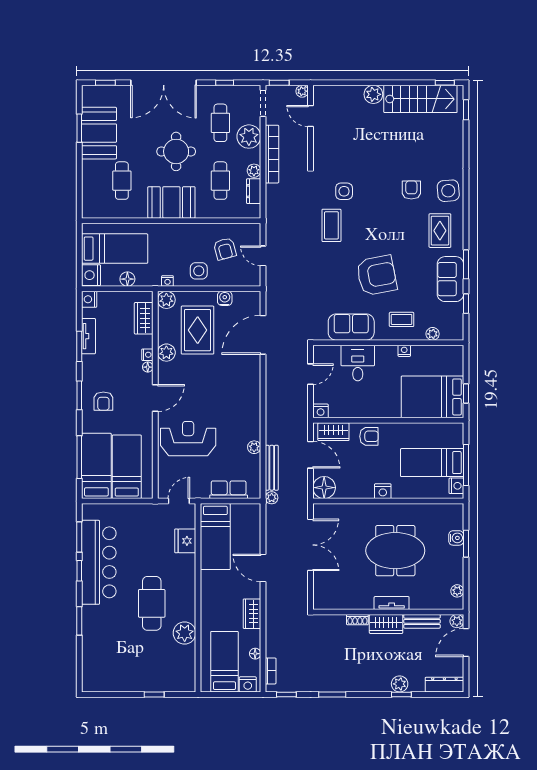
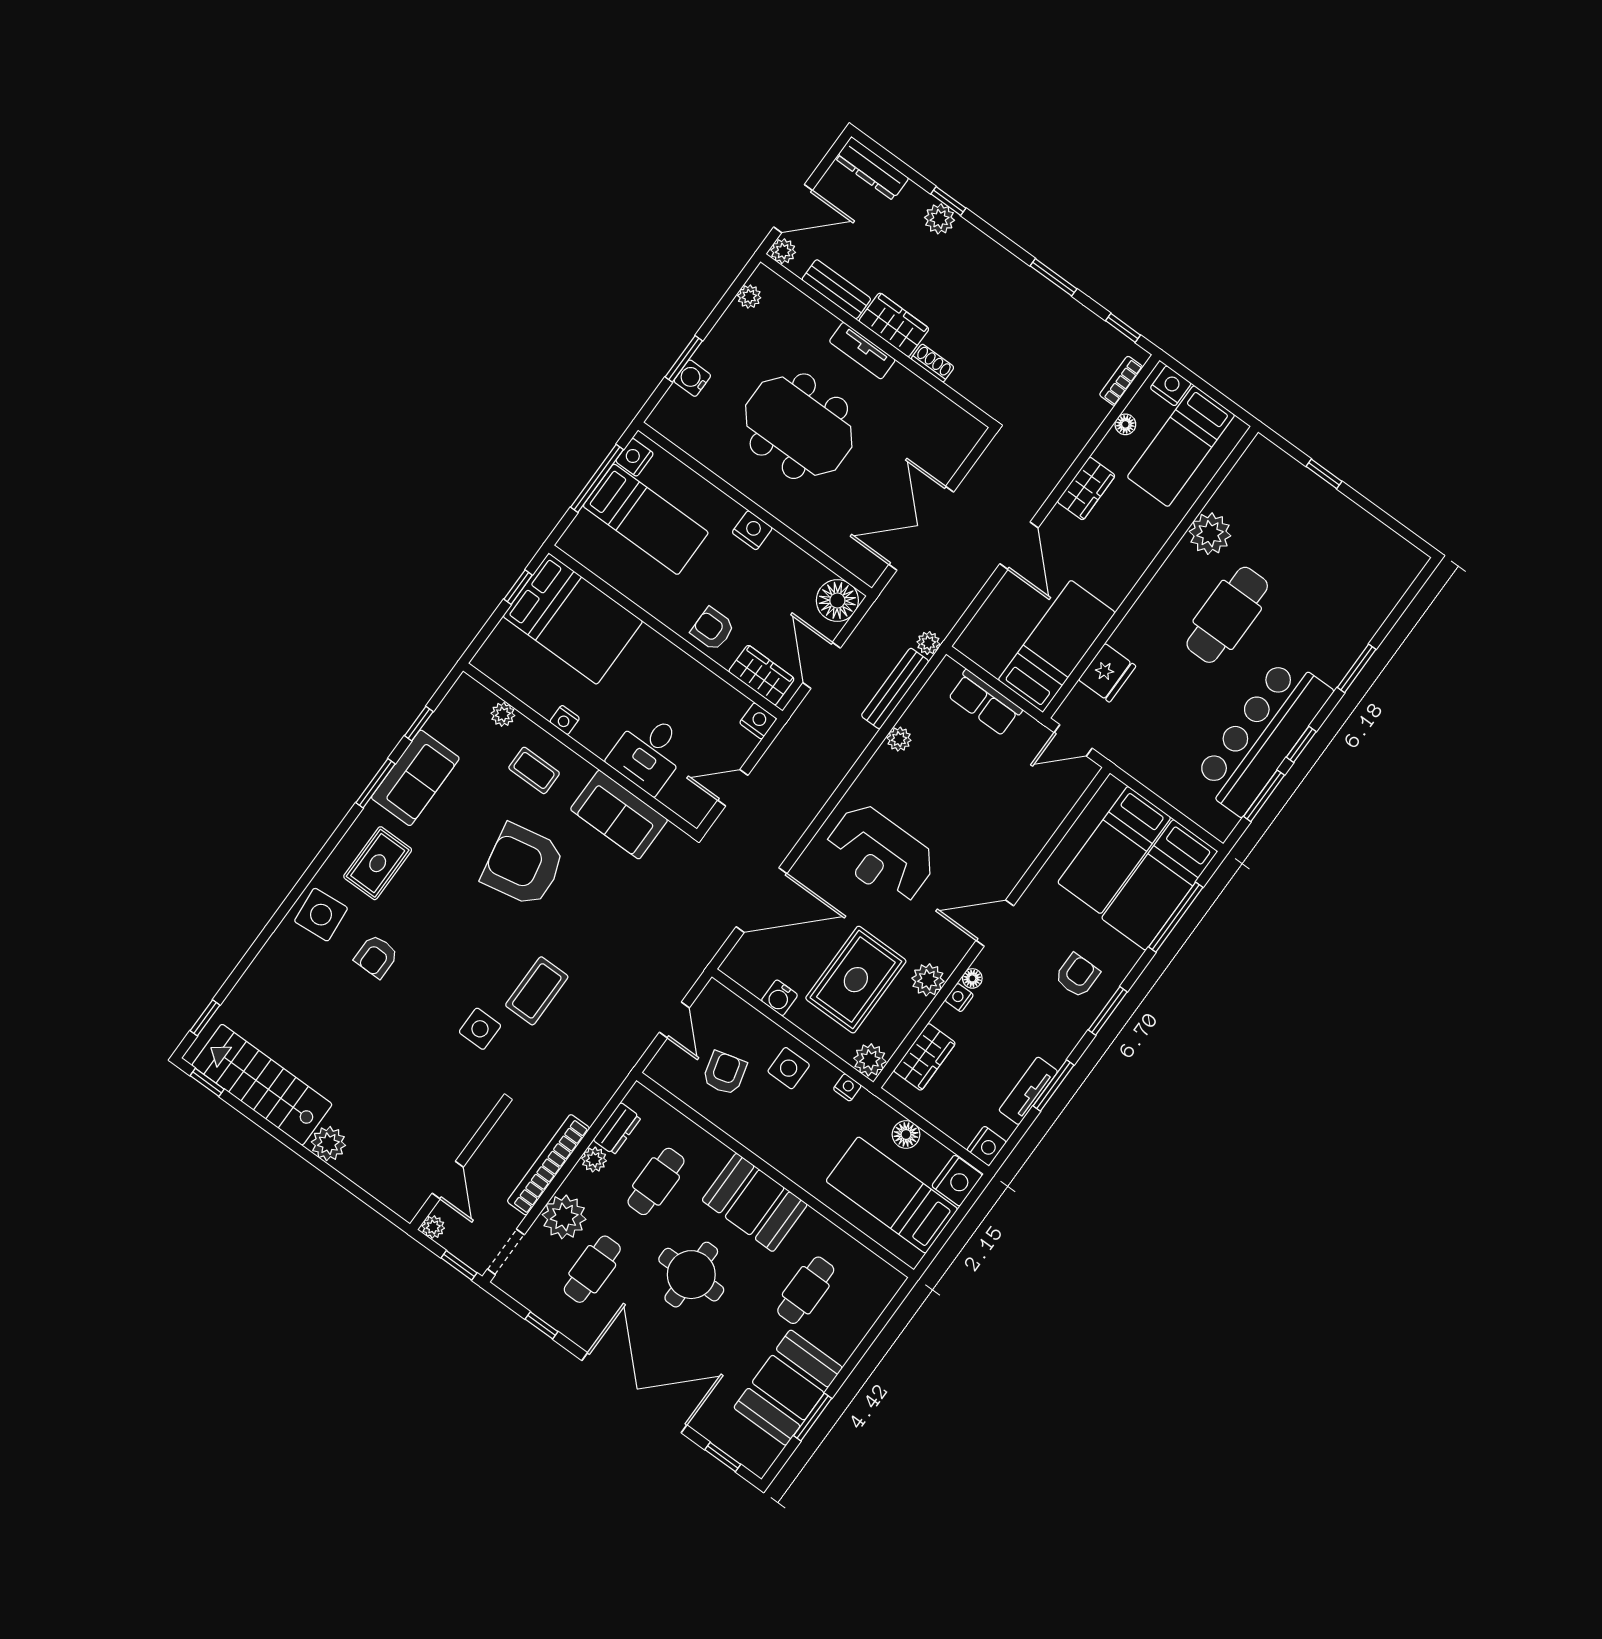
reception desk: (188, 439) -> (880, 854), moved

